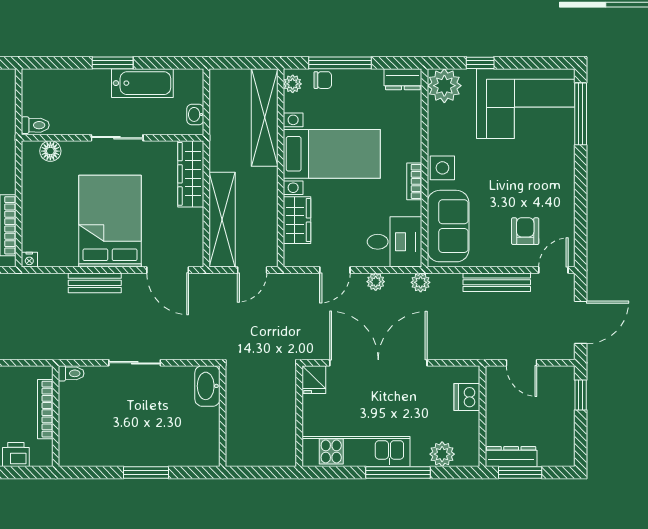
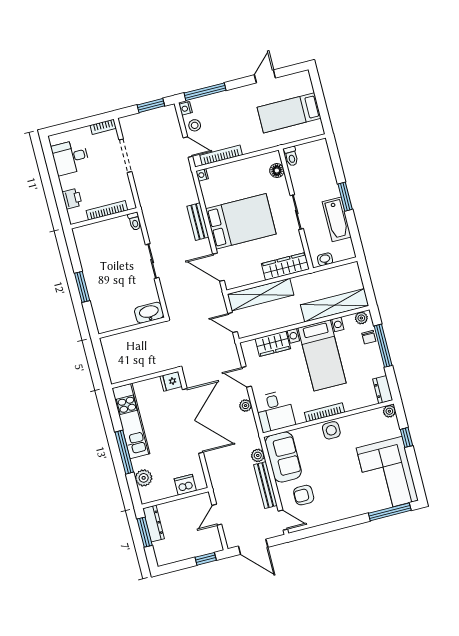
plant: (444, 86) -> (389, 411), width x0.53, depth x0.53
bookcase: (414, 181) -> (325, 412), width x1.56
sofa: (448, 226) -> (283, 457), moved, turned -90
armchair: (525, 231) -> (304, 495), turned 180
door: (168, 270) -> (218, 267), hinge flipped
plant: (421, 282) -> (258, 455), moved

